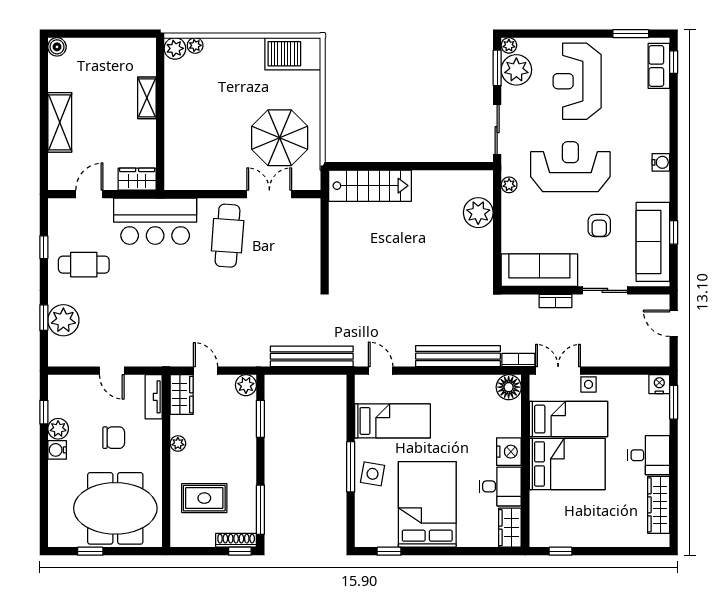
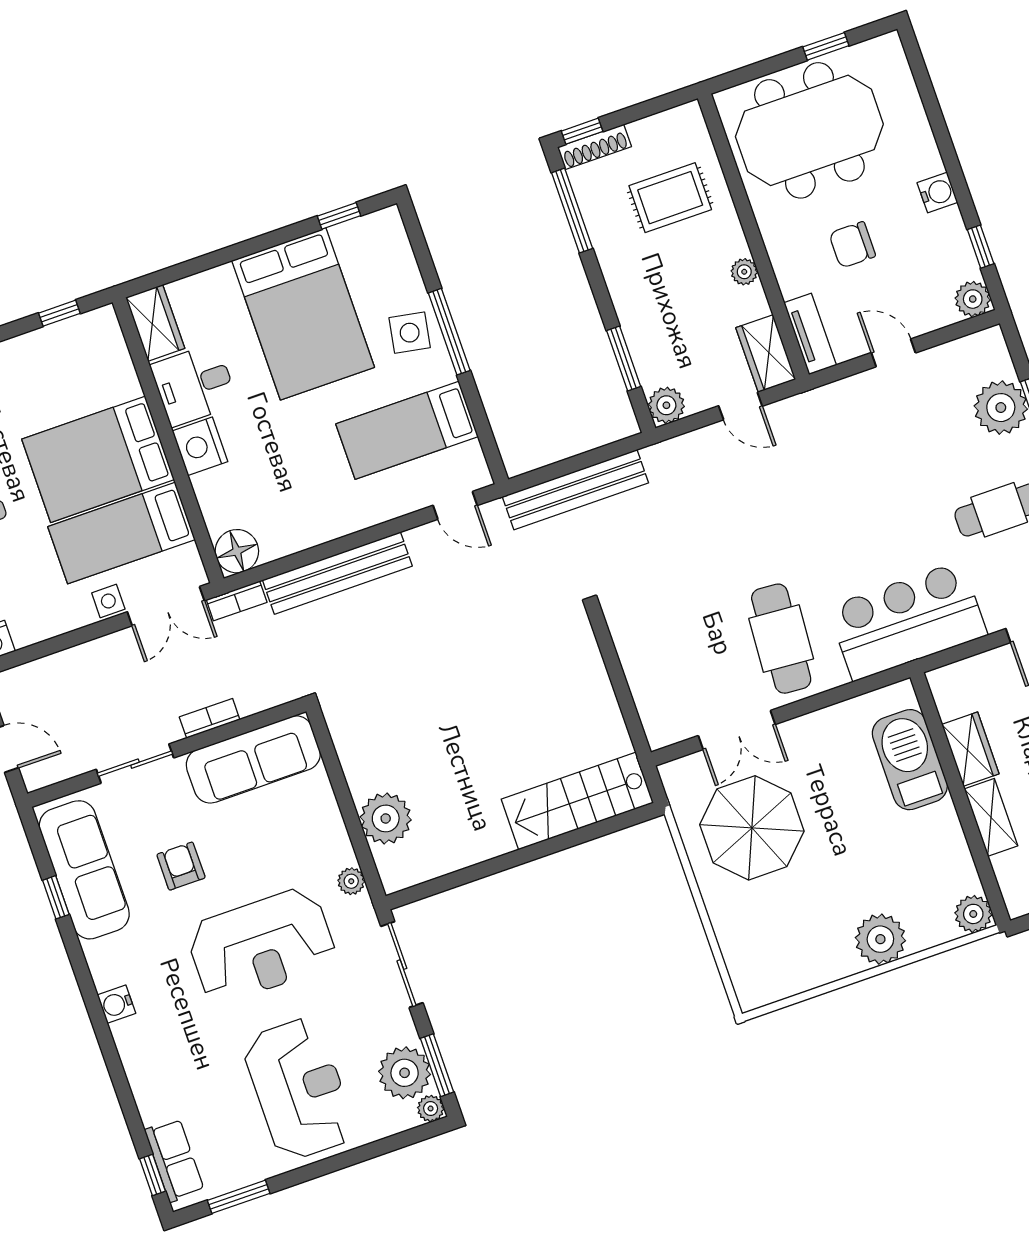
plant: (195, 45) -> (880, 939), moved, width x1.88, depth x1.88
barbecue: (293, 54) -> (910, 760), moved, turned -90
wardrobe: (137, 179) -> (970, 749), moved, turned -90
plant: (58, 429) -> (973, 299), moved

